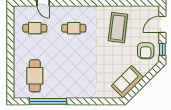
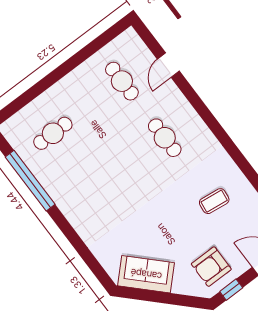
coffee table: (118, 28) -> (214, 201), width x0.54, depth x0.58
cafe table: (35, 76) -> (53, 133), width x0.73, depth x0.74

